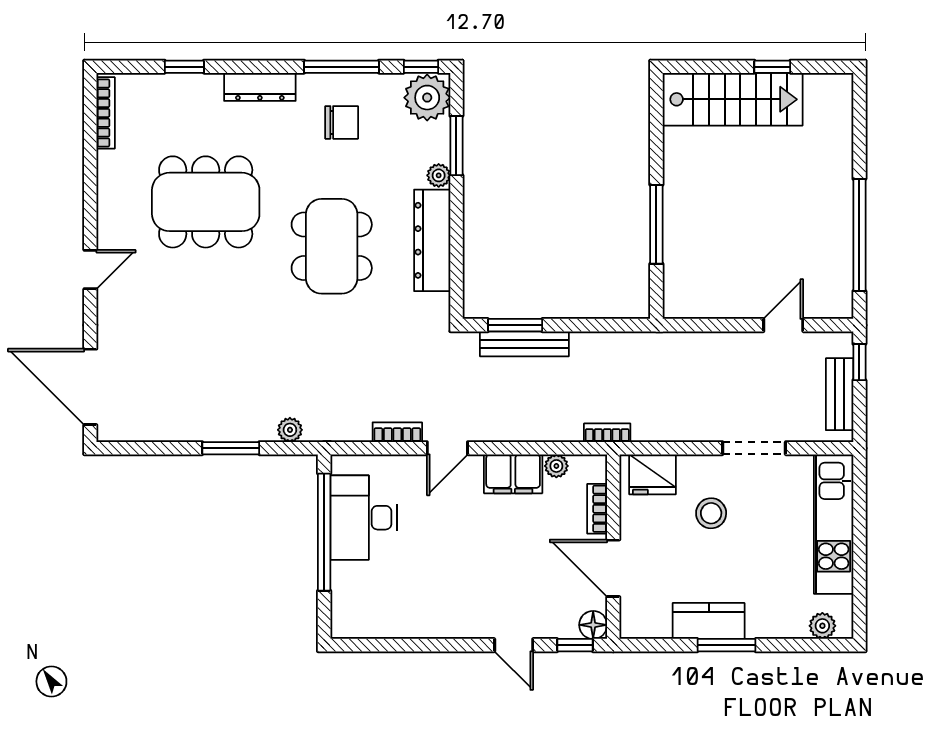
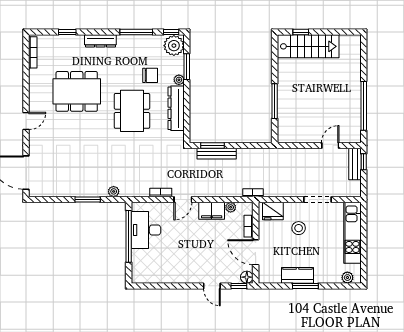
window: (772, 67) -> (301, 32), moved
chair: (342, 122) -> (150, 75), moved
bench: (840, 394) -> (355, 164), moved

